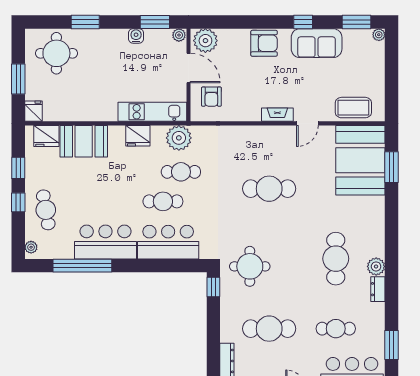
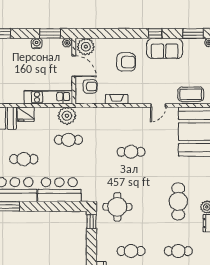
armchair: (264, 43) -> (126, 62), moved
armchair: (211, 97) -> (90, 86), turned -90
fireplace: (277, 115) -> (117, 99), moved
fridge: (138, 136) -> (26, 114), moved
cafe table: (269, 189) -> (131, 152), width x0.73, depth x0.74
cafe table: (163, 201) -> (24, 159), moved
cafe table: (269, 329) -> (131, 251), width x0.73, depth x0.74

